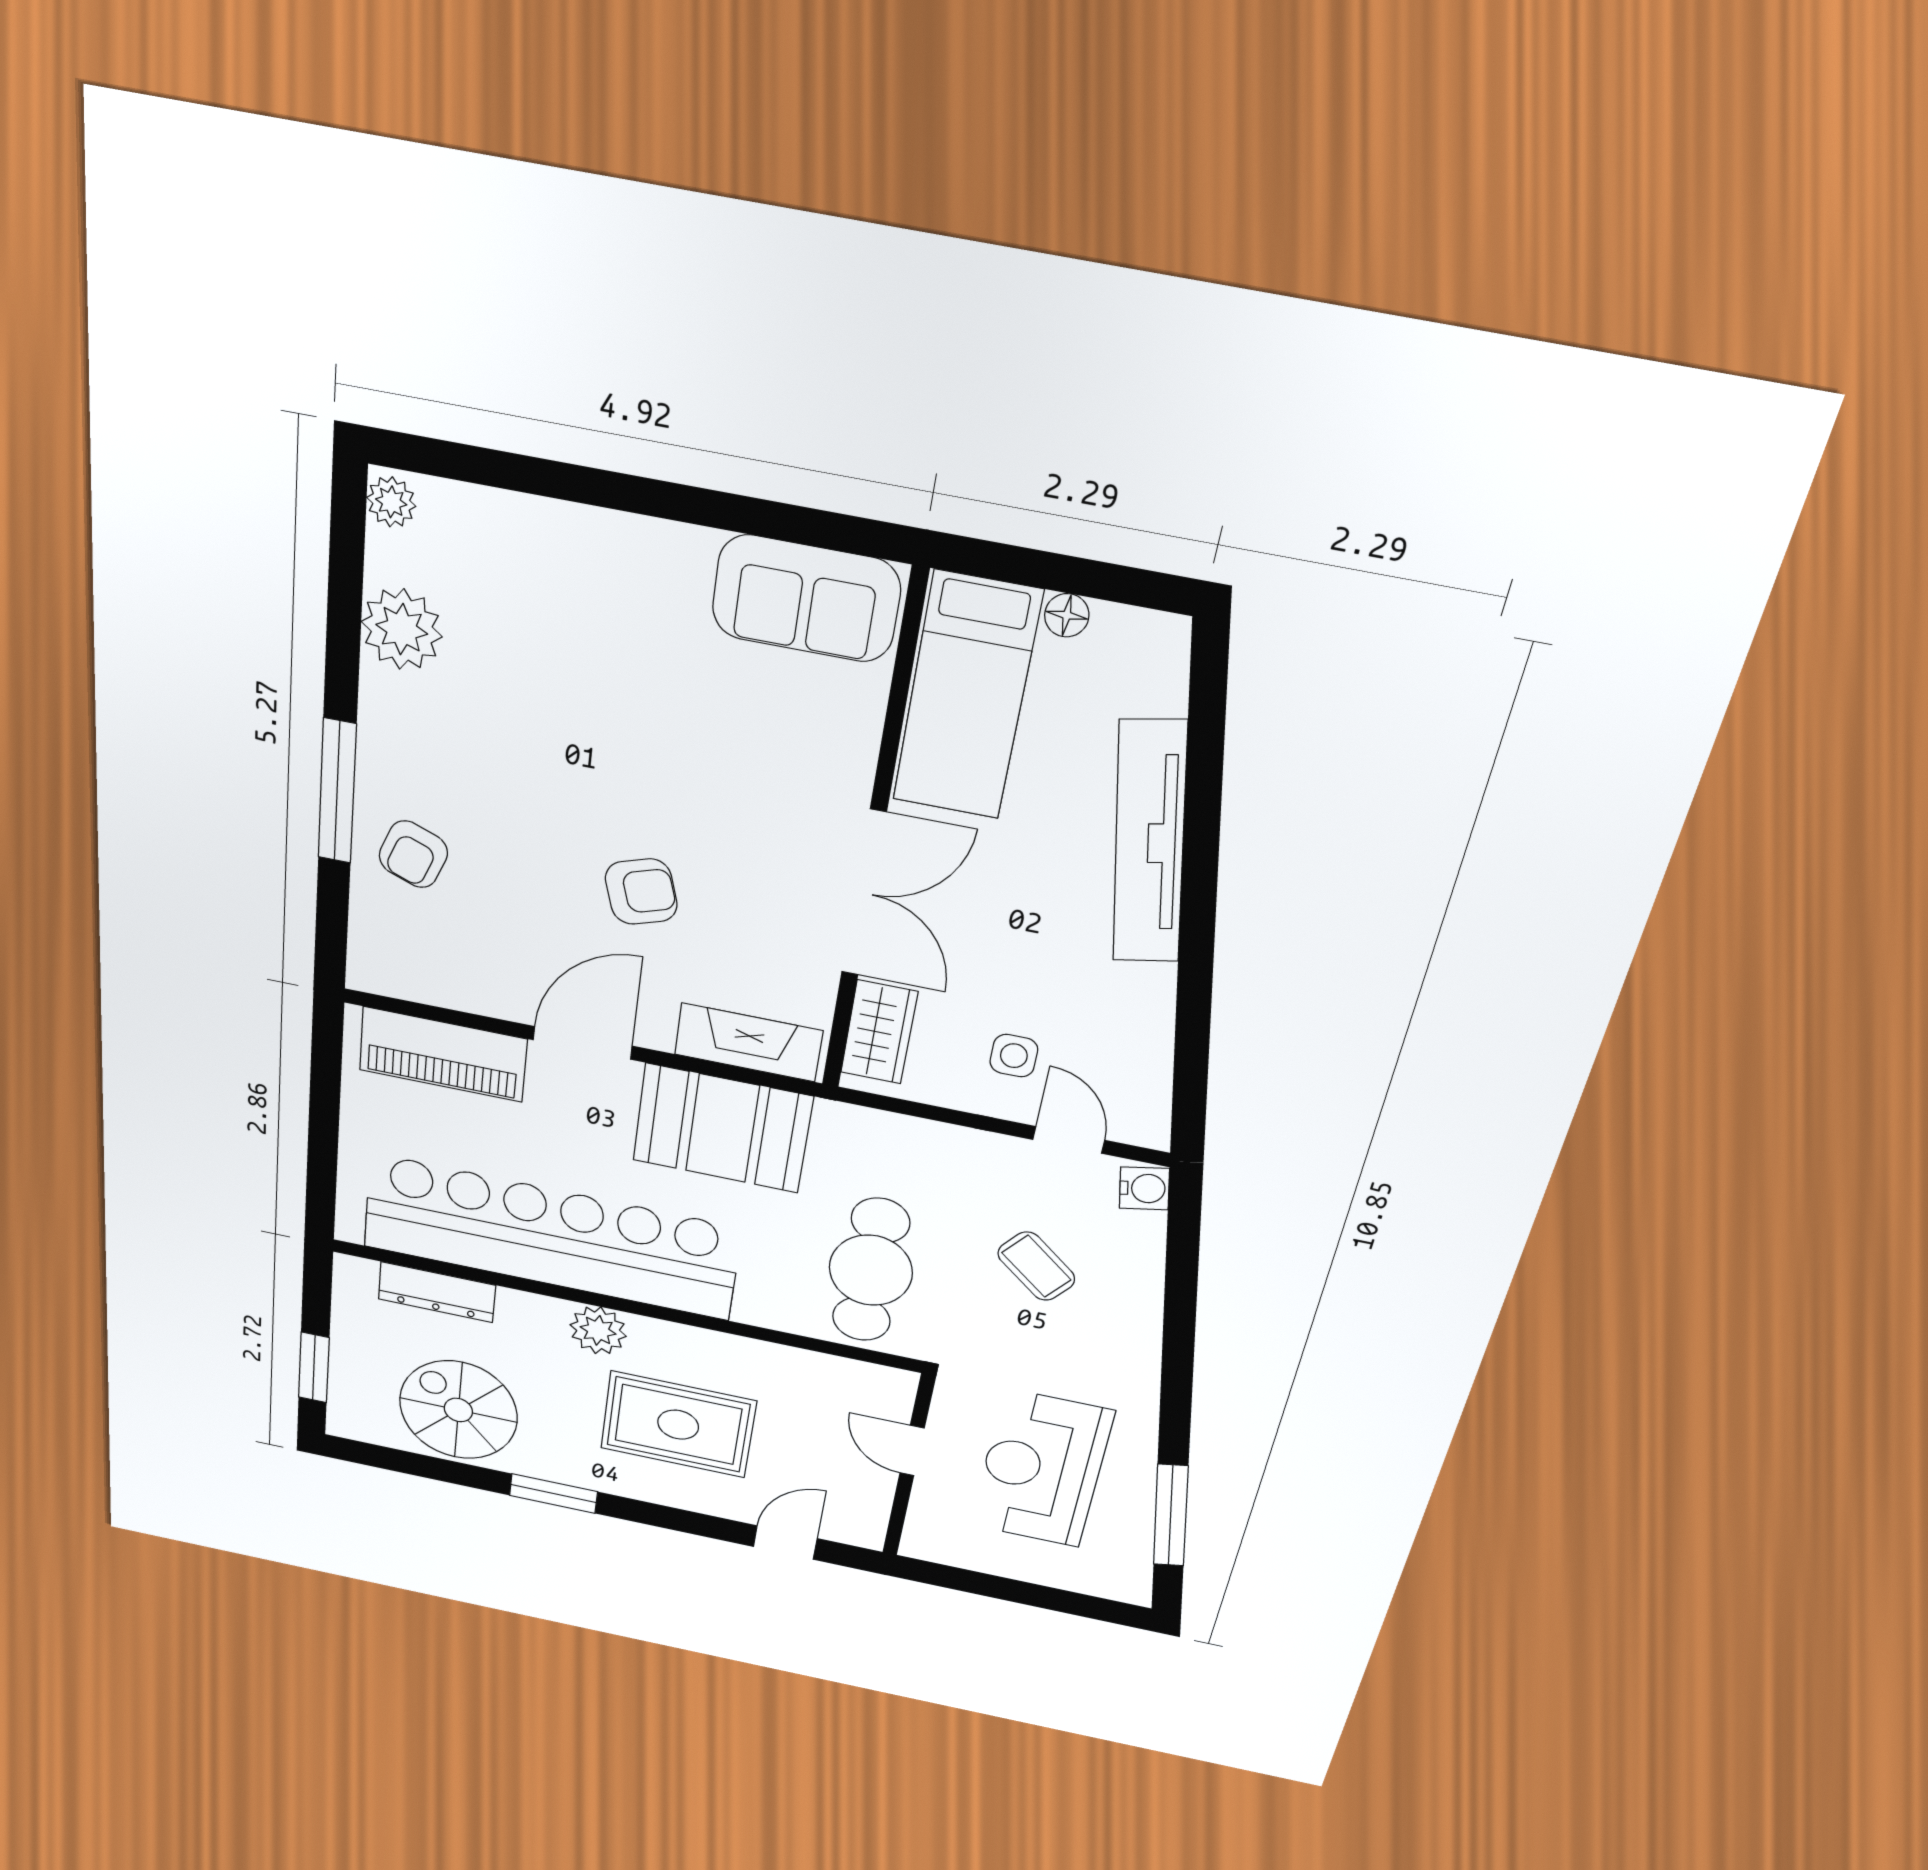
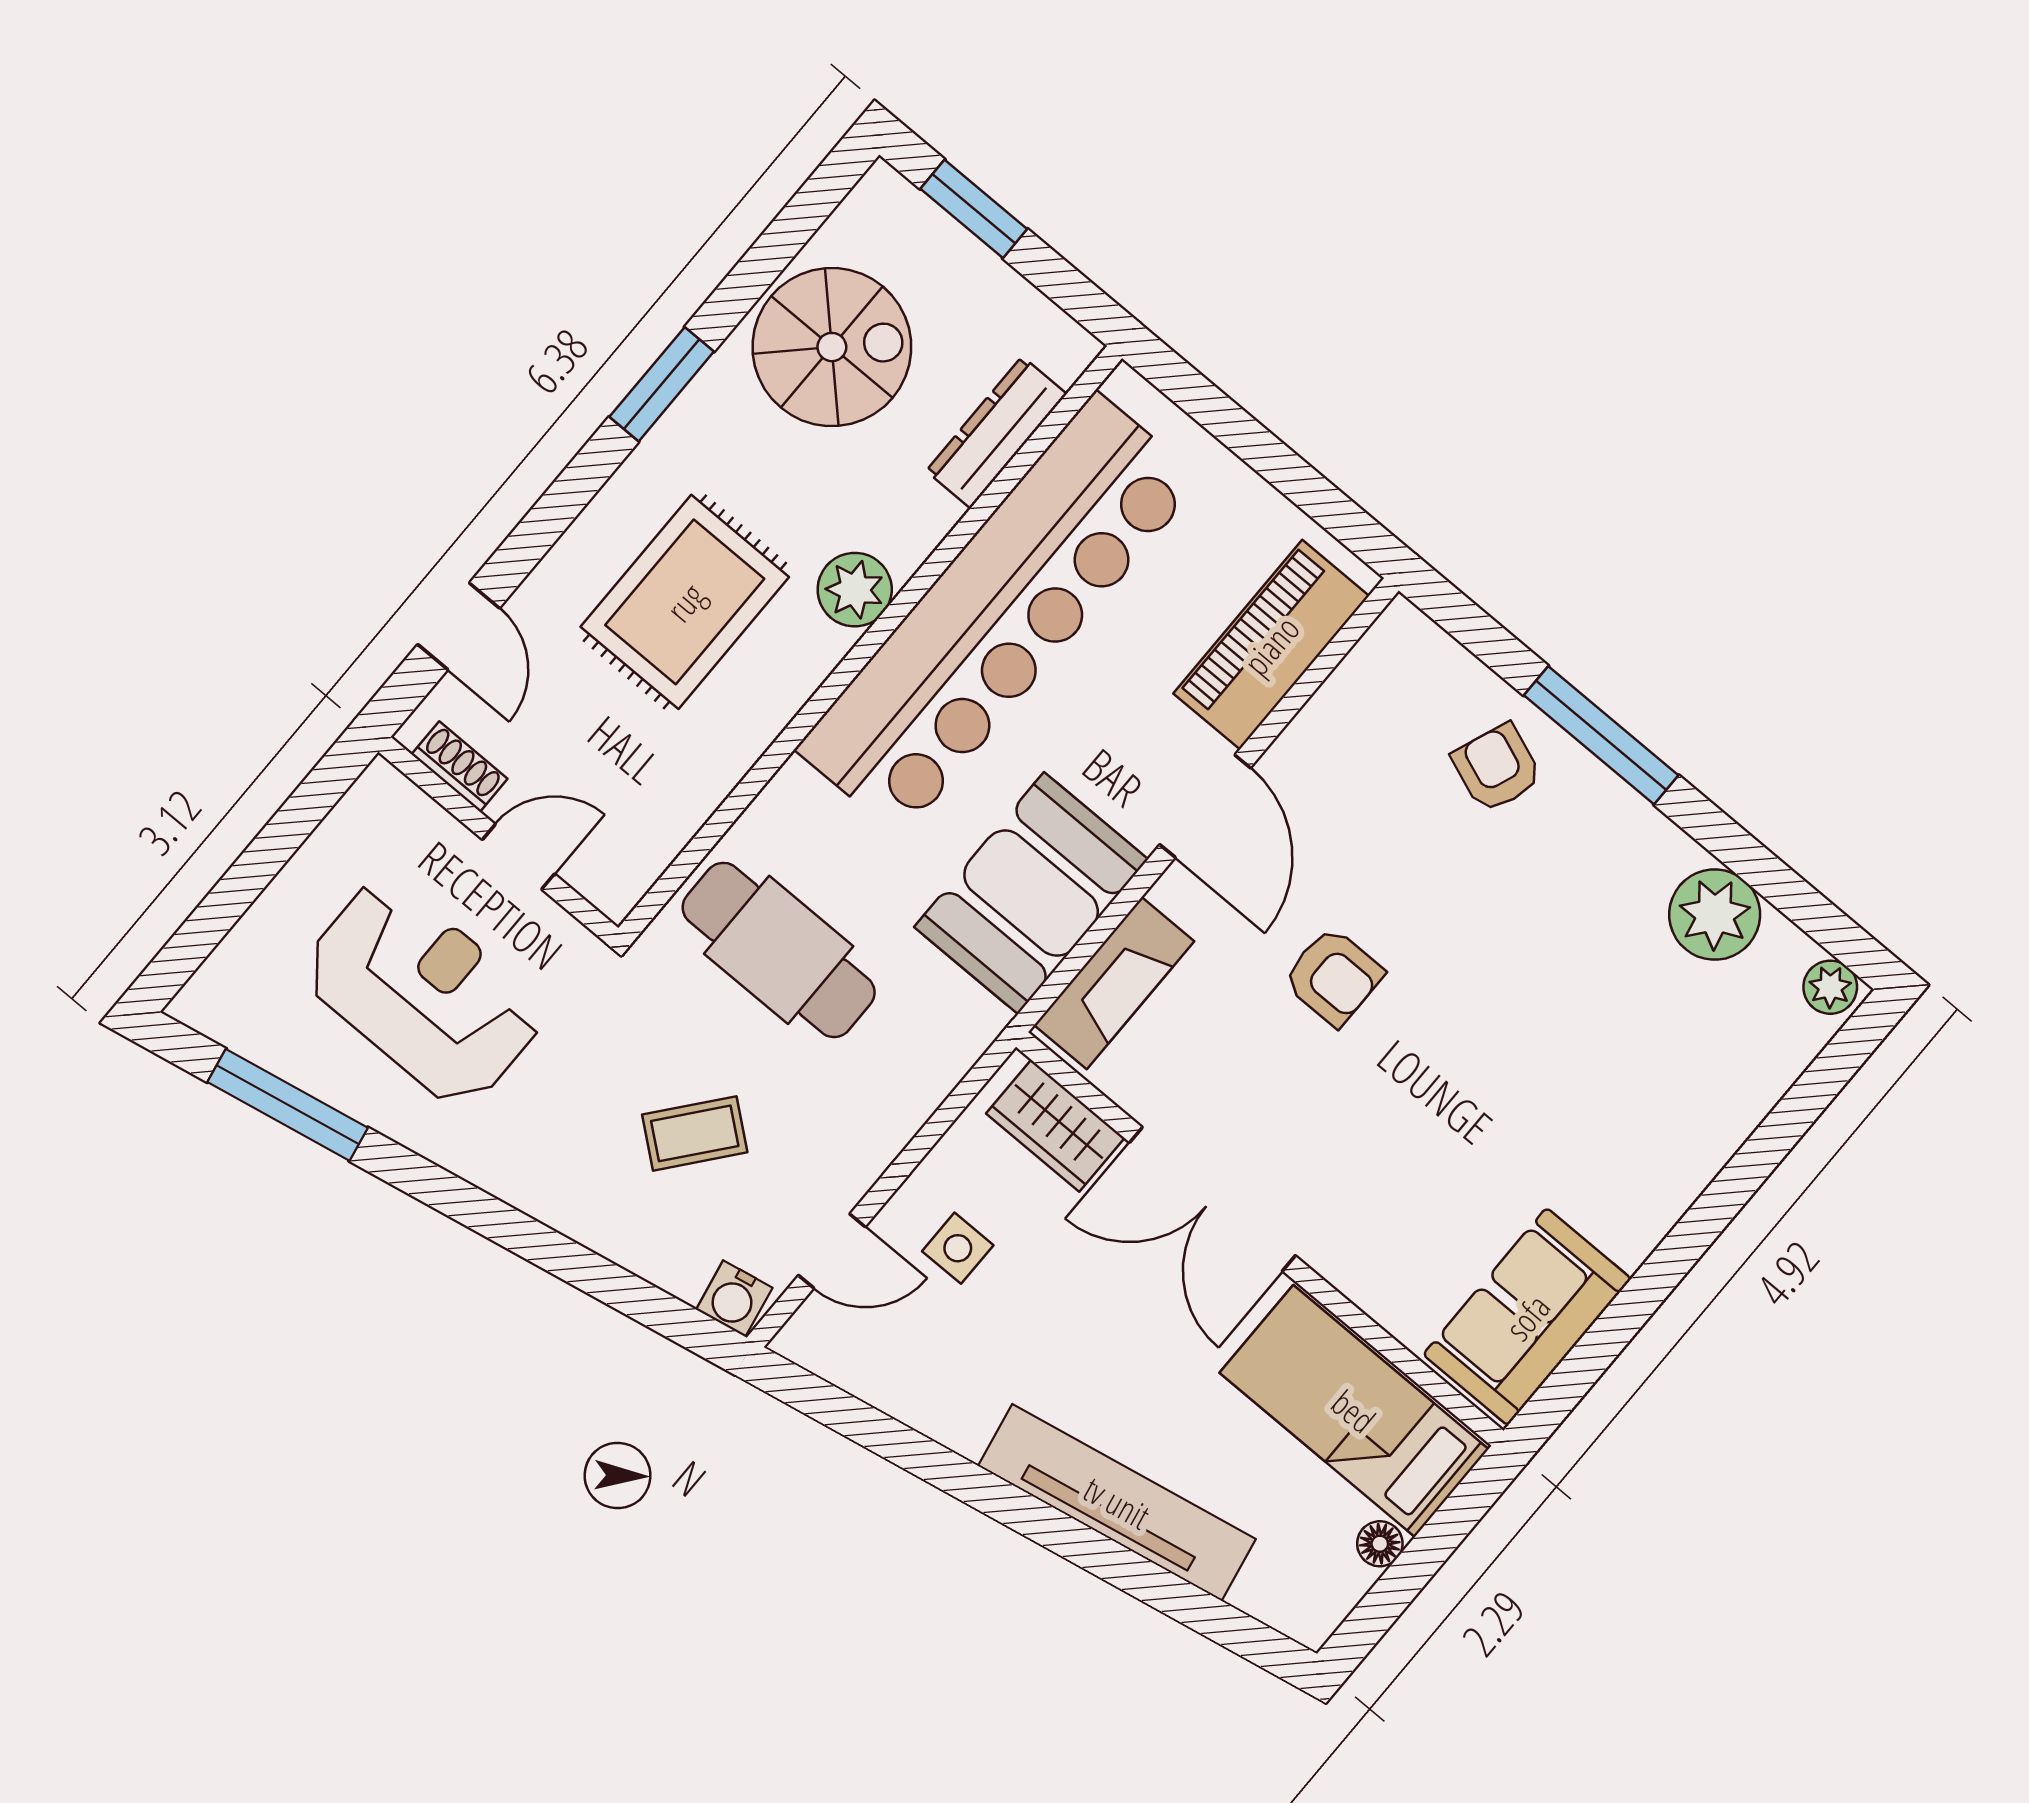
armchair: (641, 892) -> (1333, 977), turned -72
shoe rack: (875, 1507) -> (460, 767), added

